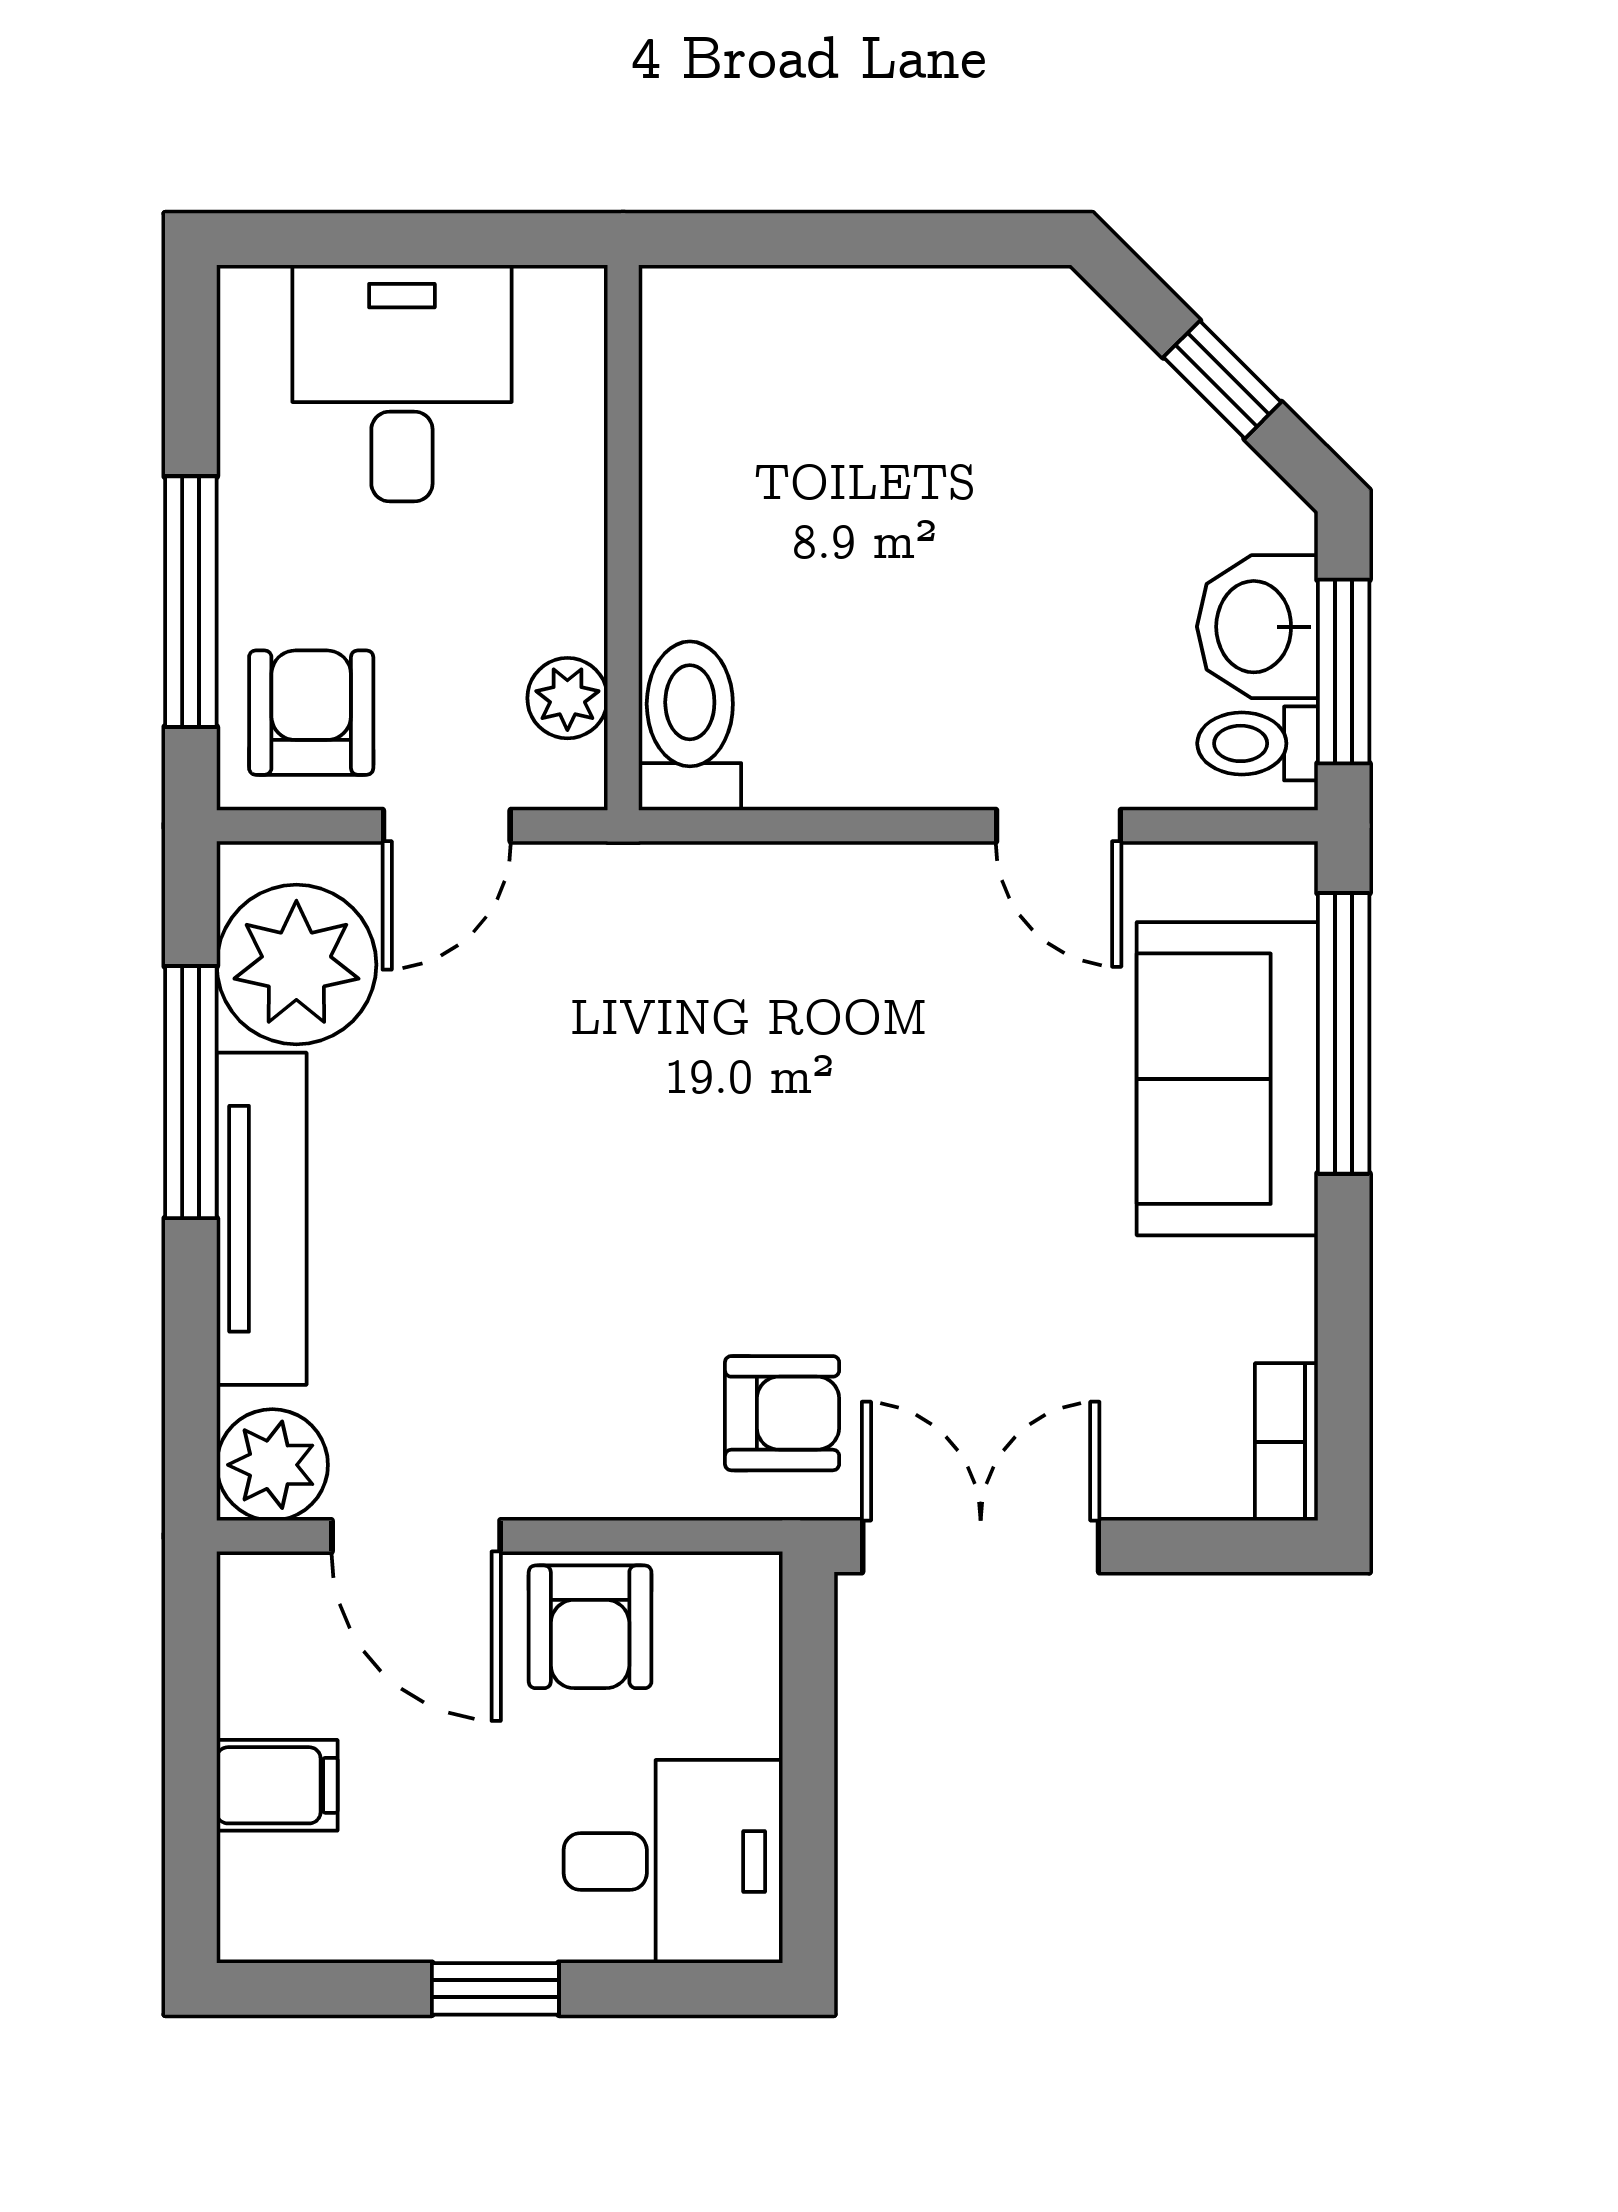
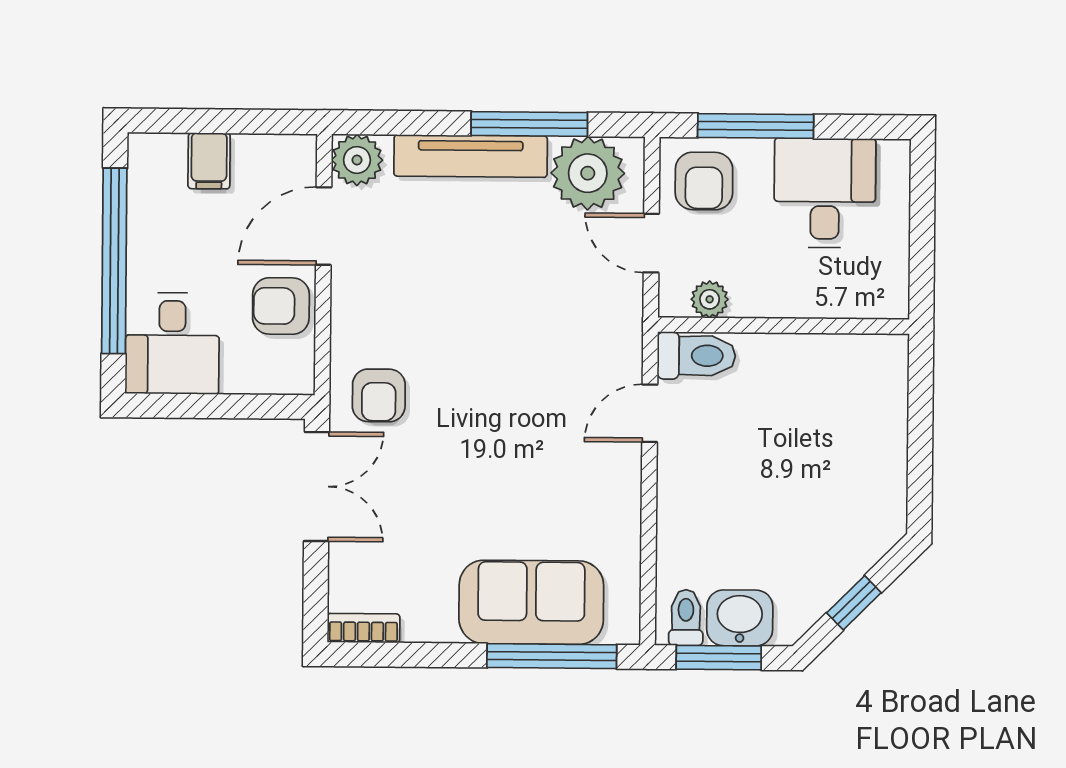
desk: (402, 383) -> (825, 193), moved, turned -90
armchair: (311, 713) -> (704, 181), turned 90
door: (1059, 826) -> (650, 413), moved
window: (495, 1989) -> (114, 261), width x3.17

